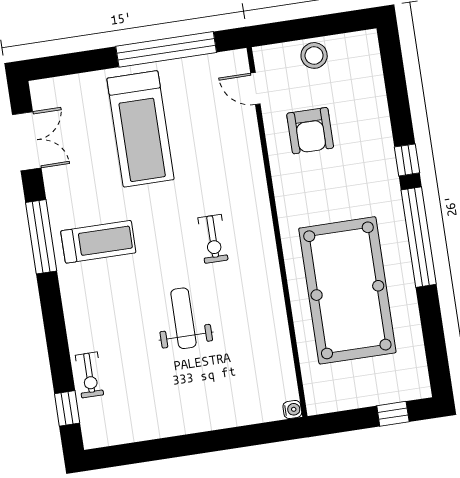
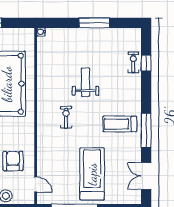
weight bench: (183, 318) -> (85, 82), turned 180
window: (67, 408) -> (146, 63), moved
window: (184, 445) -> (94, 23), added

